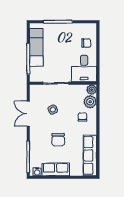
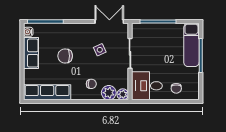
exam couch: (36, 47) -> (191, 45), moved, turned 90
double door: (28, 114) -> (109, 22), moved

